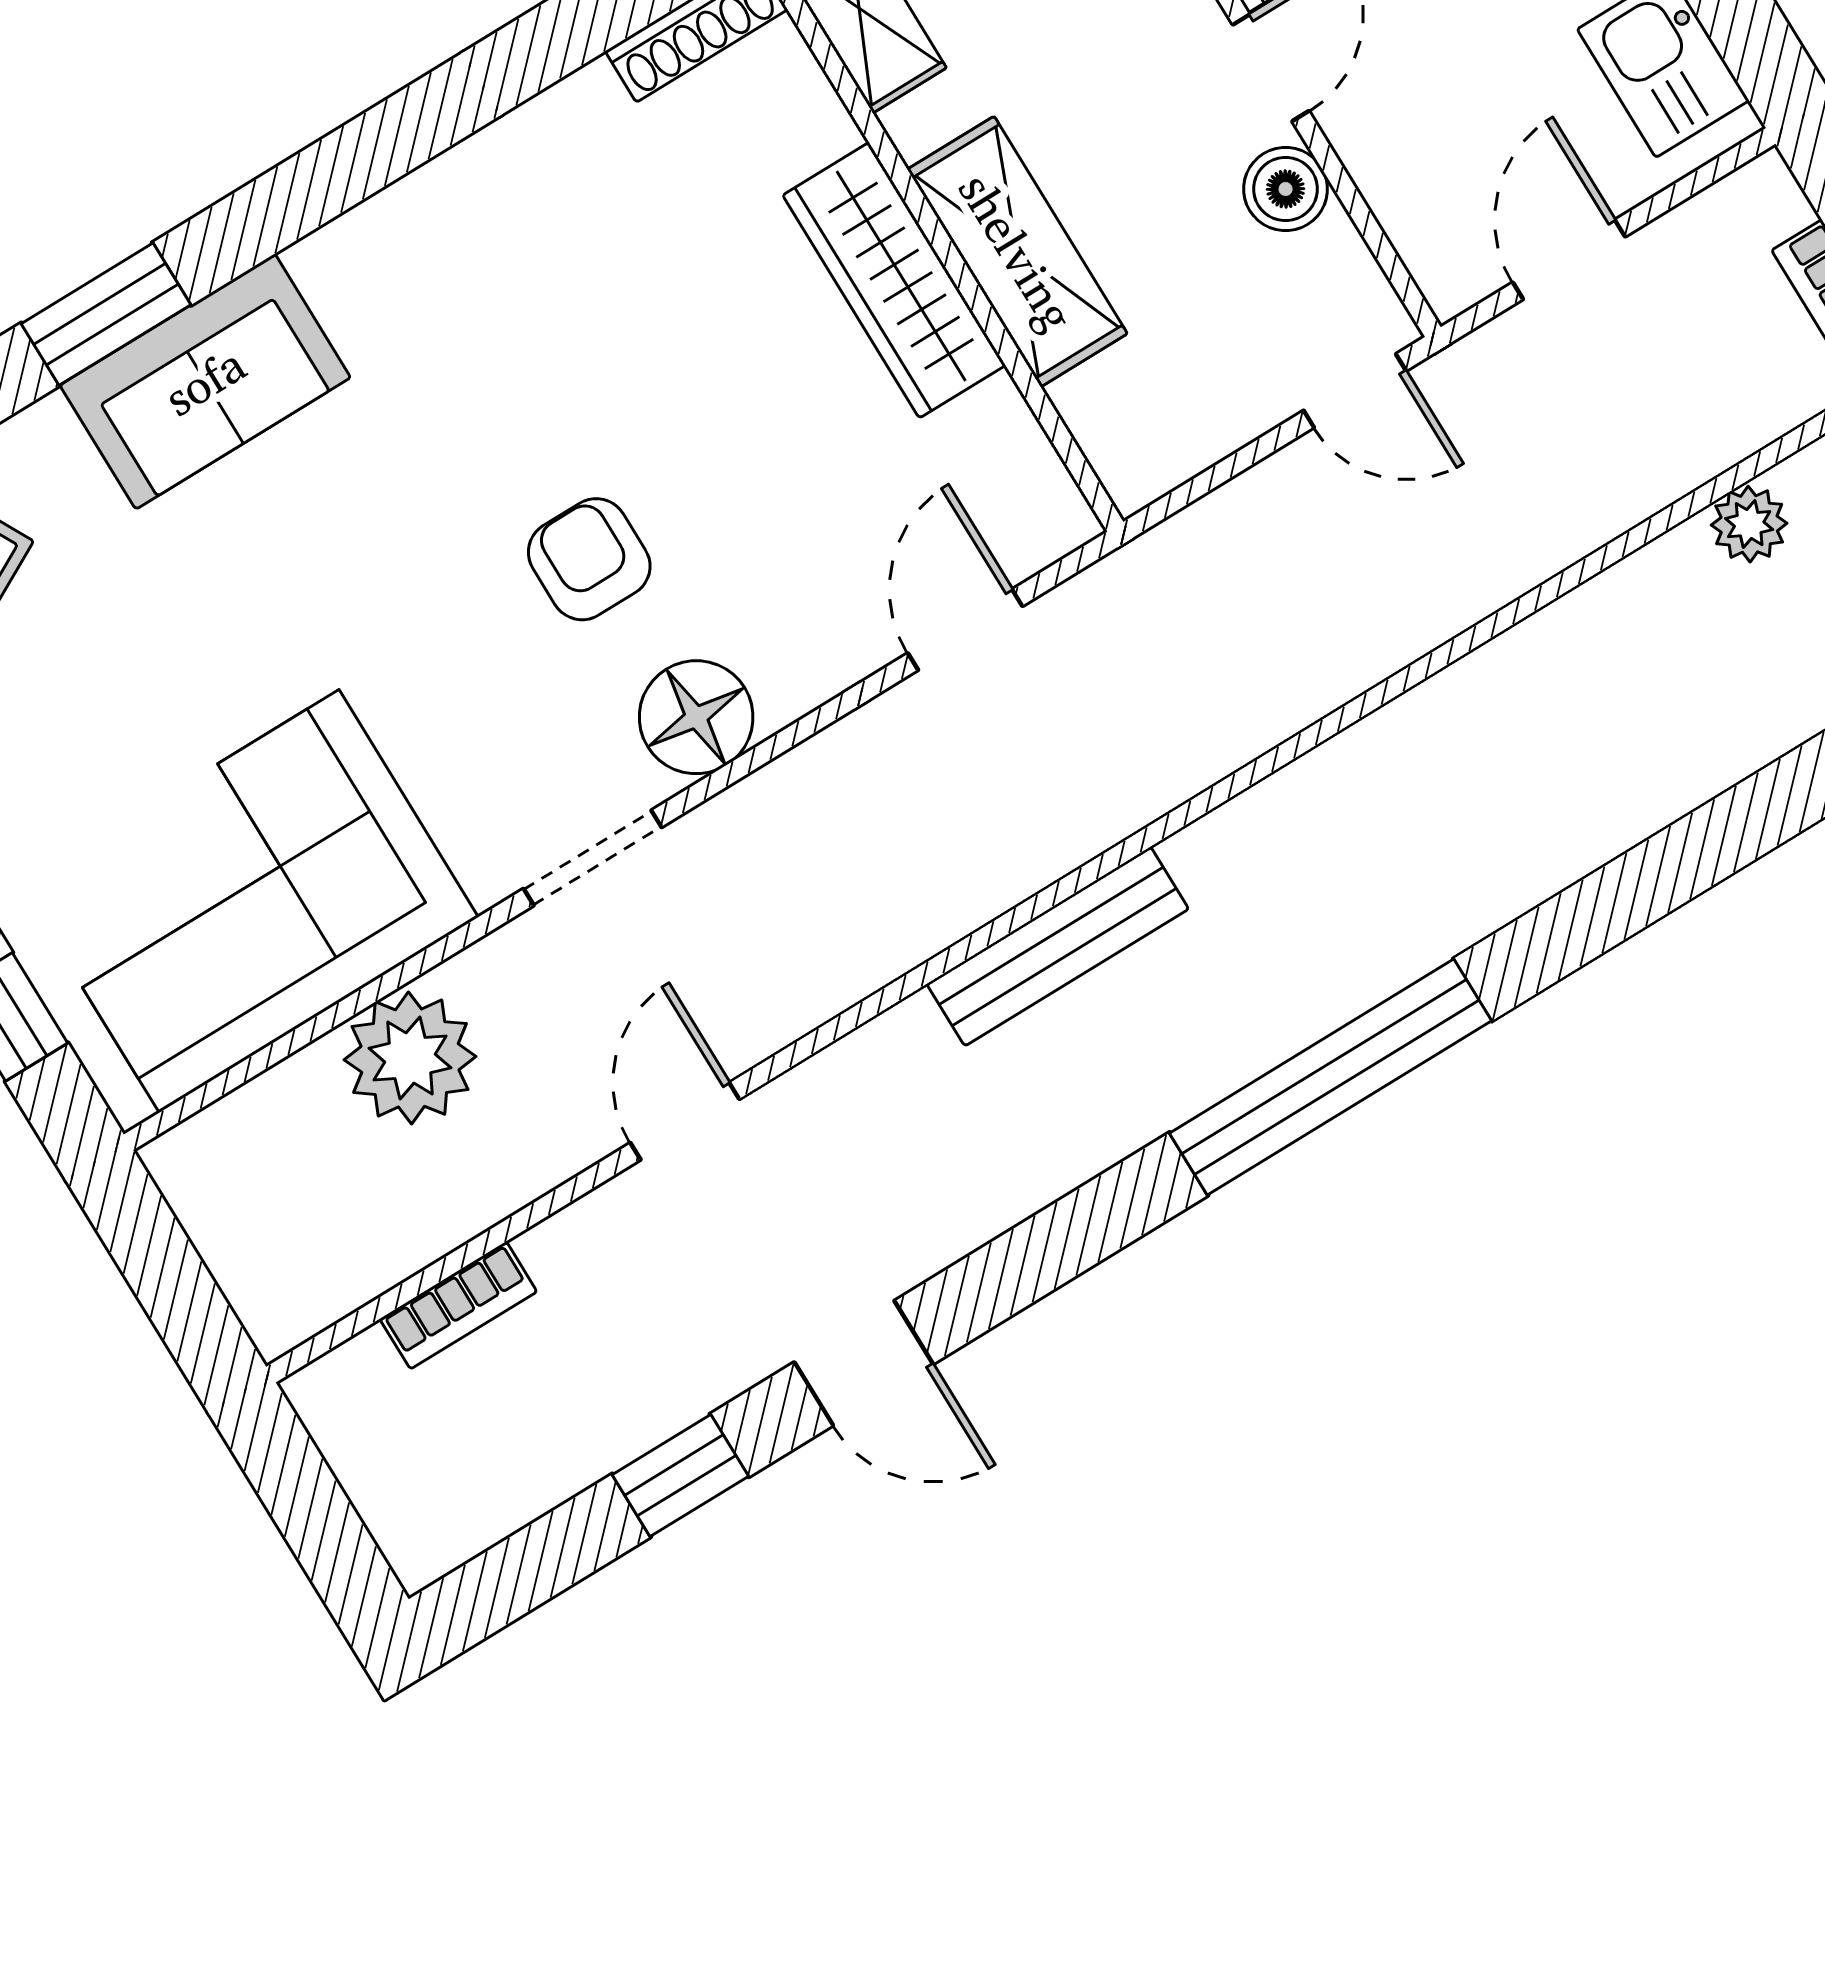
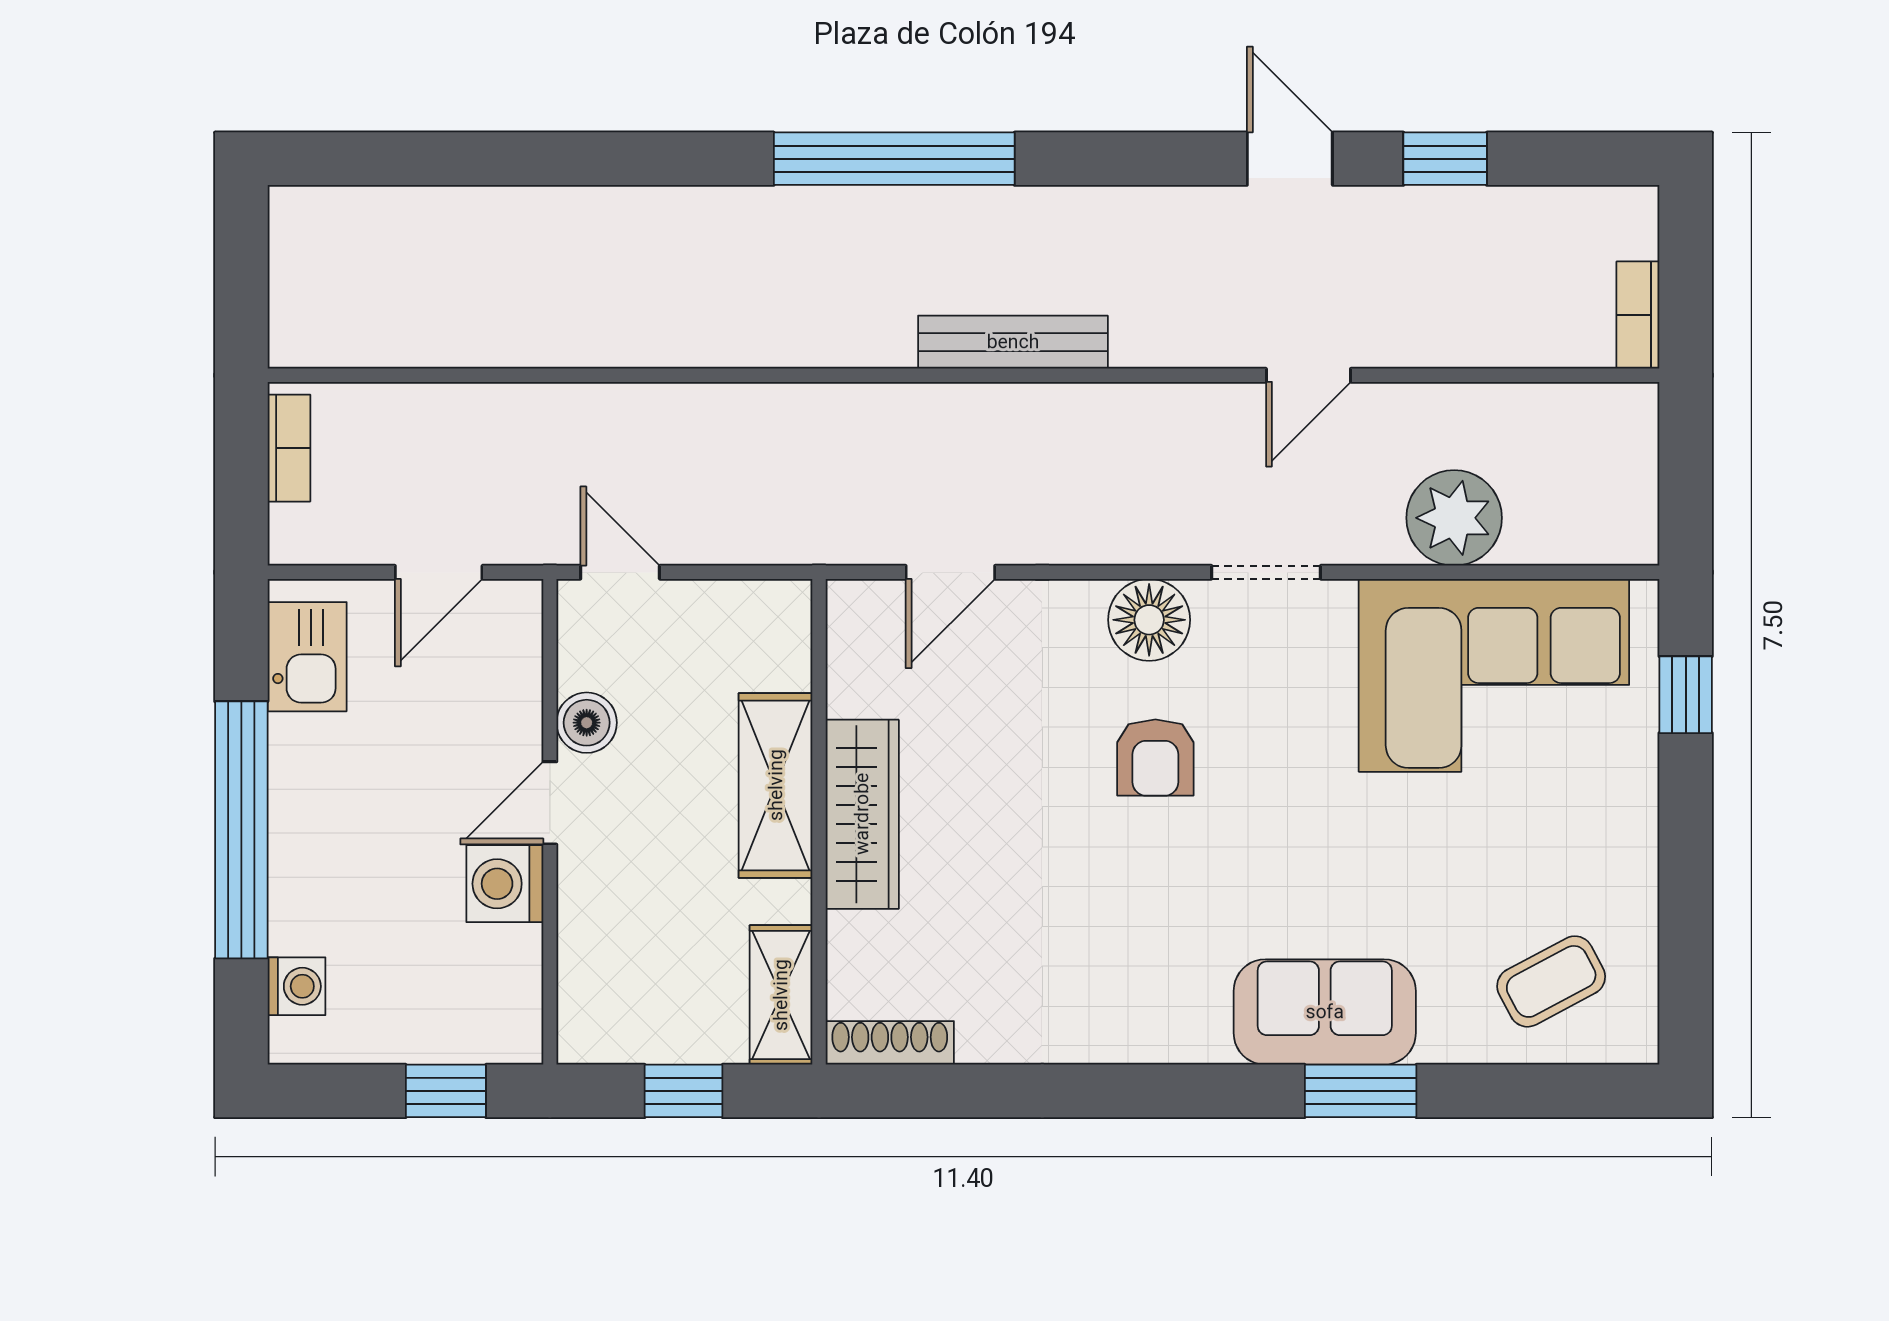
plant: (1749, 524) -> (428, 341), removed
bookcase: (458, 1305) -> (1638, 315), moved, turned -90

